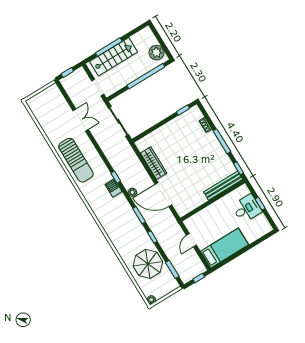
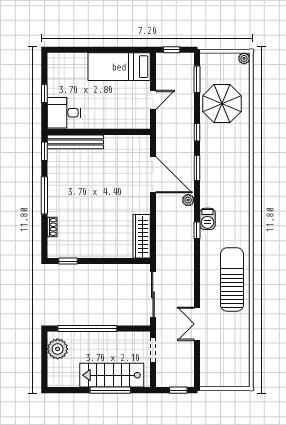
wardrobe: (154, 163) -> (142, 236), moved
desk: (247, 209) -> (64, 113), moved

